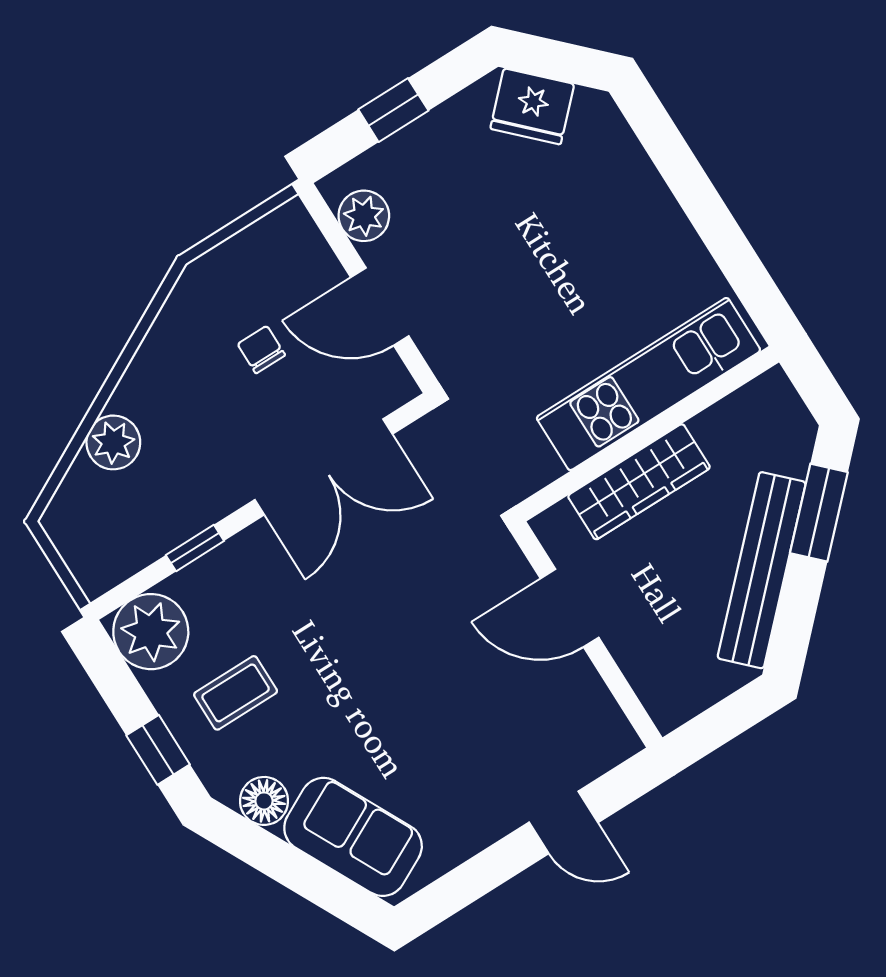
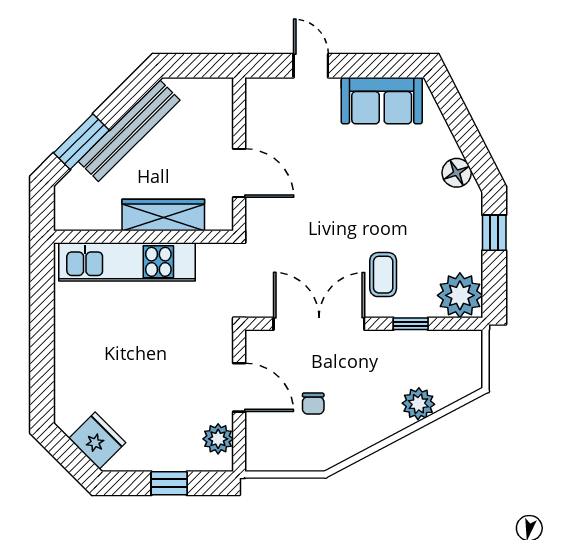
coffee table: (236, 693) -> (383, 275), moved, turned 90
sofa: (353, 837) -> (382, 101), moved, turned -63

